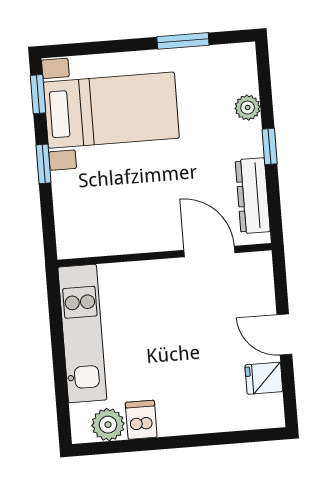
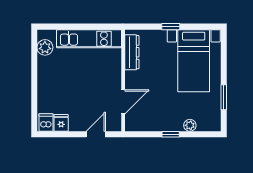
window: (38, 94) -> (204, 27), removed
dresser: (253, 196) -> (132, 52), moved, turned 90
door: (284, 334) -> (96, 134), moved
dishwasher: (141, 420) -> (46, 123), moved, turned -90

